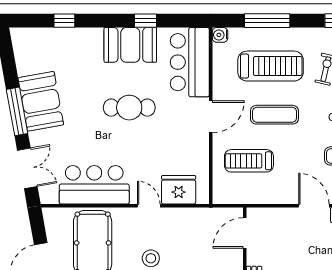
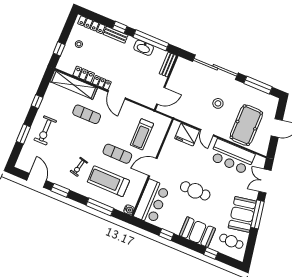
booth: (130, 45) -> (197, 232), moved
cafe table: (40, 53) -> (231, 241), added
treadmill: (249, 161) -> (142, 134), turned 90

